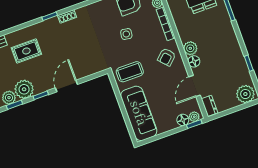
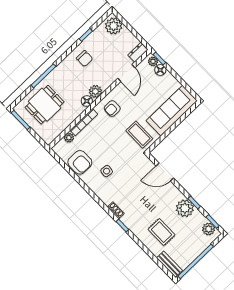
side table: (126, 34) -> (107, 171), moved
chair: (227, 52) -> (85, 59), added
armchair: (167, 57) -> (112, 108), turned 133
floor lamp: (194, 61) -> (87, 101), moved
door: (66, 86) -> (165, 172), moved
door: (195, 86) -> (126, 73), hinge flipped
plant: (24, 89) -> (185, 208), moved

